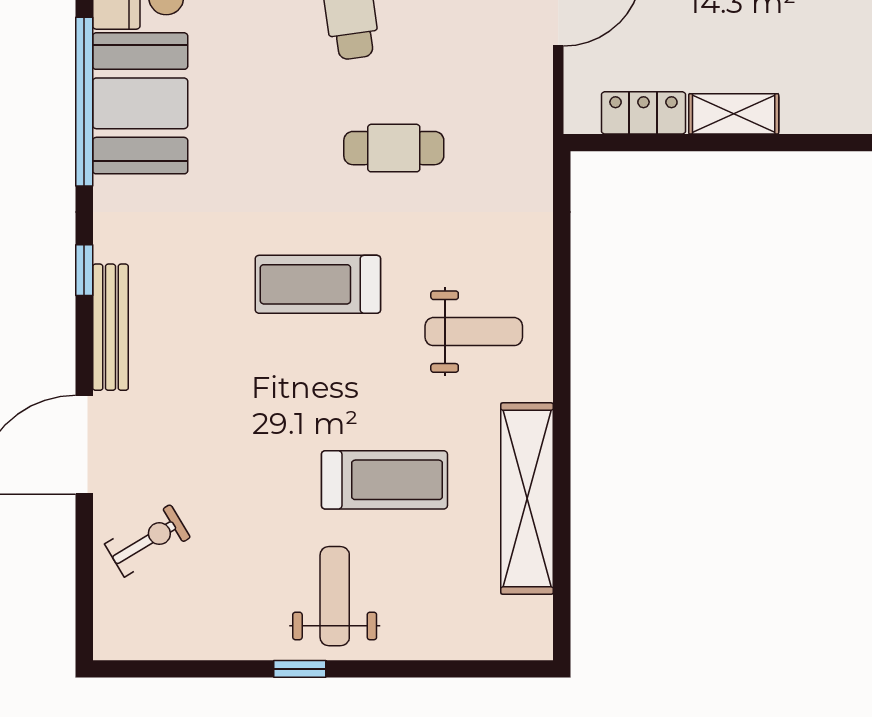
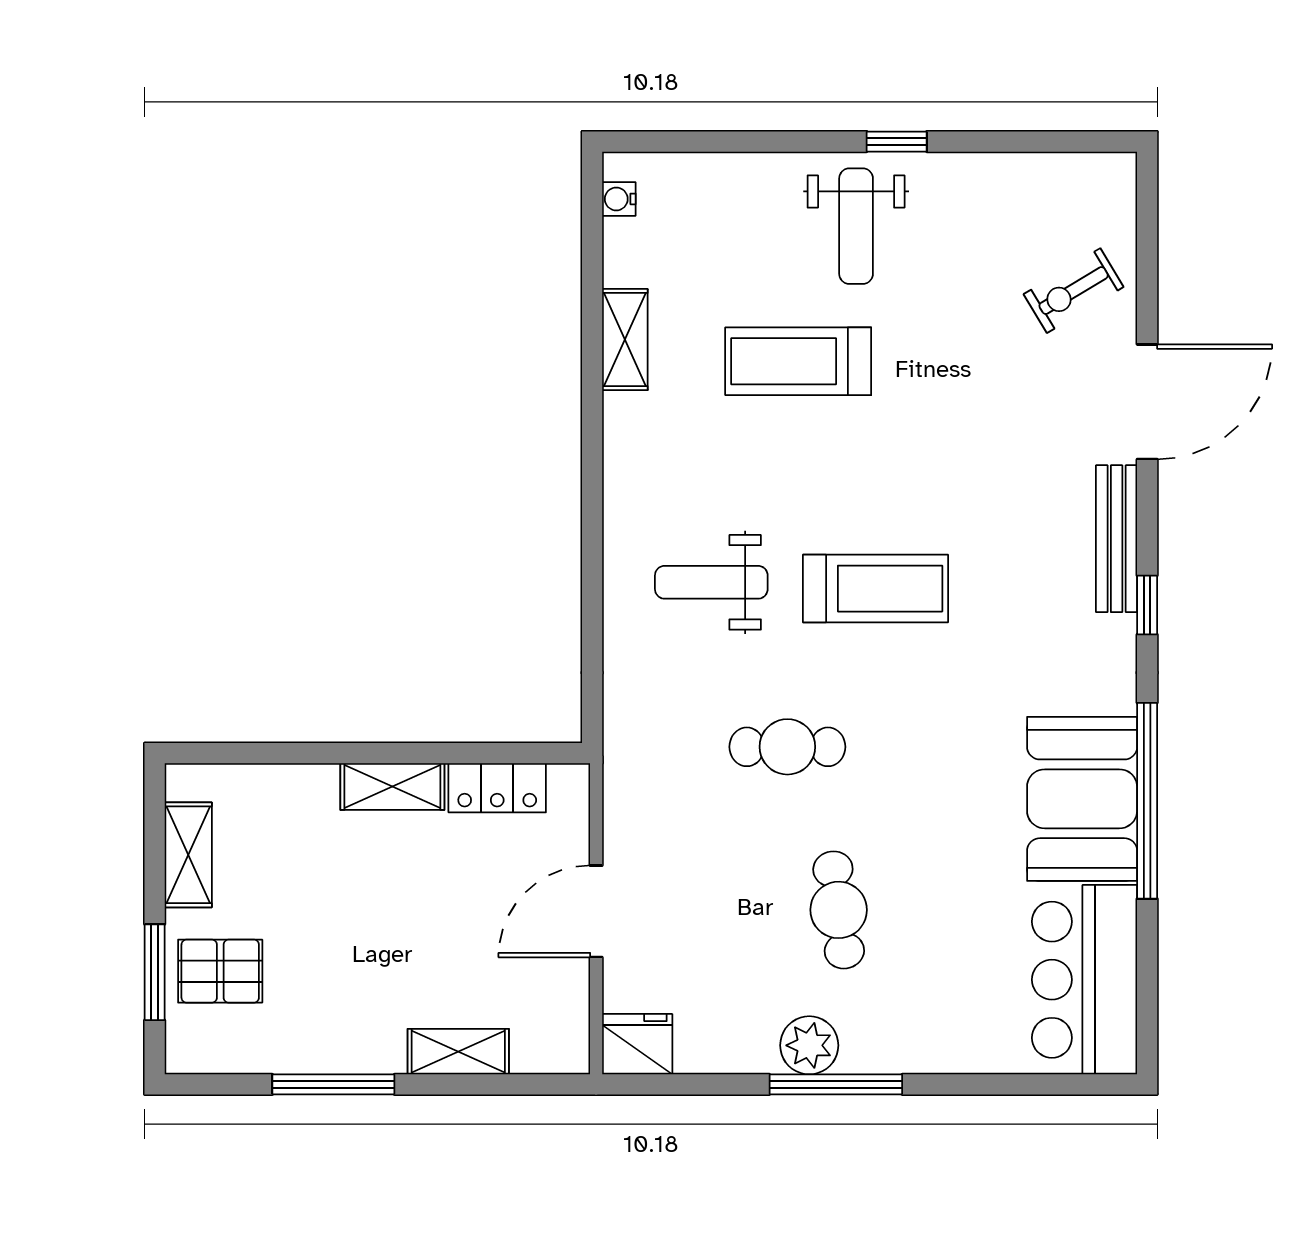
weight bench: (474, 332) -> (711, 582), moved
shelving: (527, 499) -> (625, 340), width x0.45, depth x0.75
water cooler: (539, 619) -> (619, 199), added

